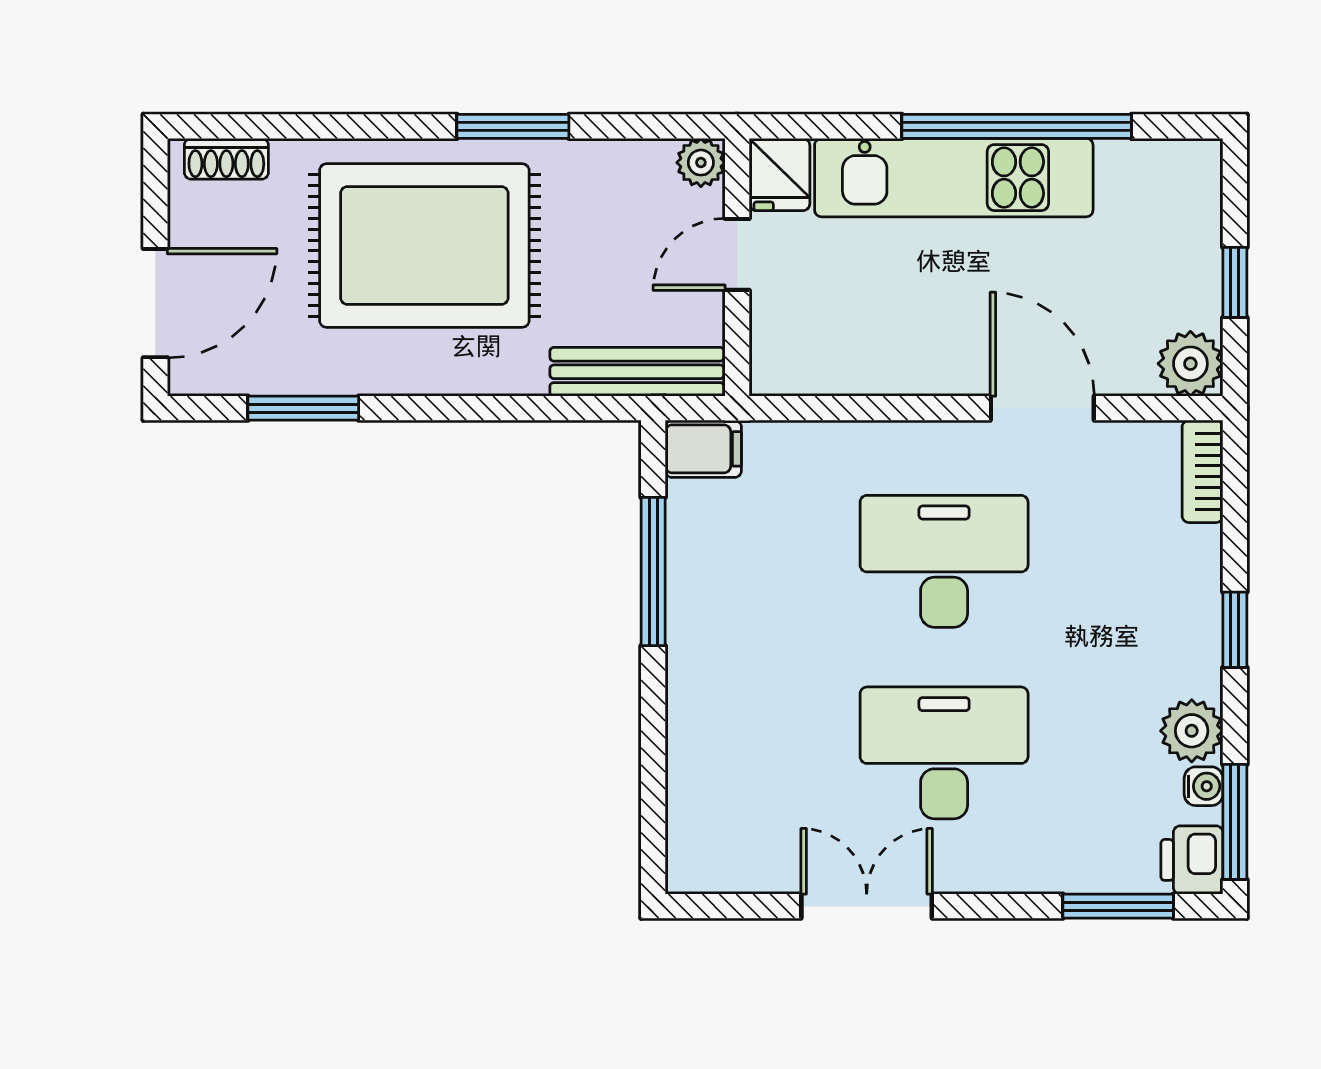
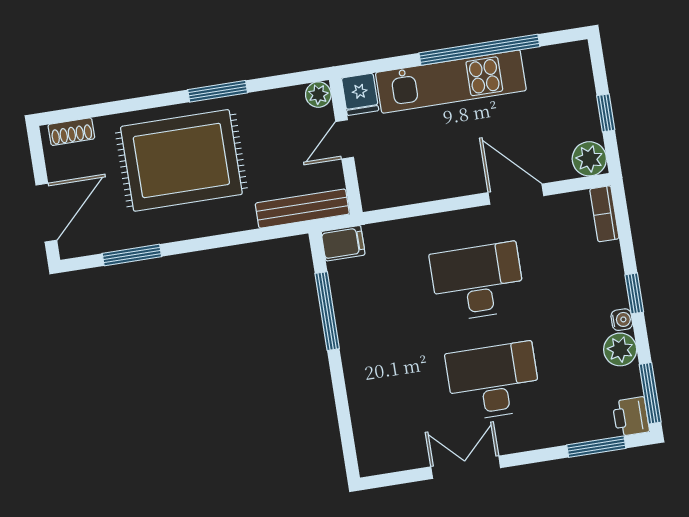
water cooler: (1204, 786) -> (622, 320), moved

